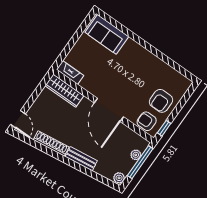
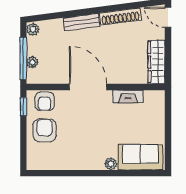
plant: (131, 45) -> (111, 164), added
fireplace: (70, 73) -> (128, 96), moved
wardrobe: (64, 91) -> (156, 62), moved, turned -90
armchair: (147, 121) -> (45, 101), turned 90

